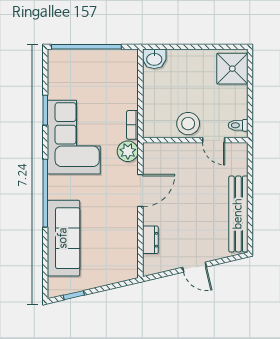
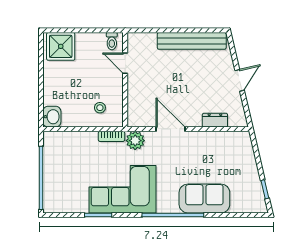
stool: (188, 124) -> (100, 108), moved, width x0.53, depth x0.53
door: (214, 140) -> (125, 63), swing flipped
sofa: (63, 238) -> (204, 198), width x0.73

